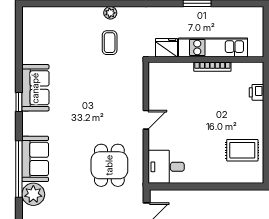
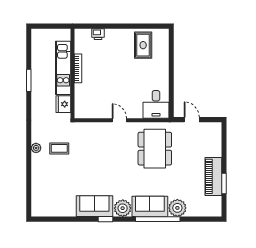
plant: (33, 124) -> (123, 208), added
dining table: (109, 165) -> (155, 149), width x1.38

